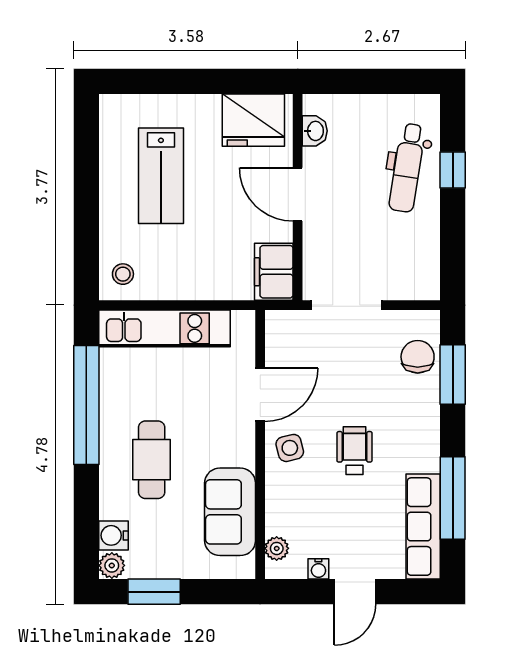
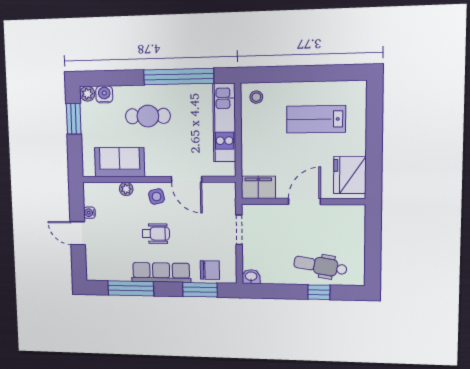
washbasin: (315, 131) -> (251, 277), moved, turned 180
doorway: (347, 305) -> (239, 230), width x0.73
row of seats: (423, 527) -> (161, 272), moved
plant: (277, 548) -> (126, 189), moved

